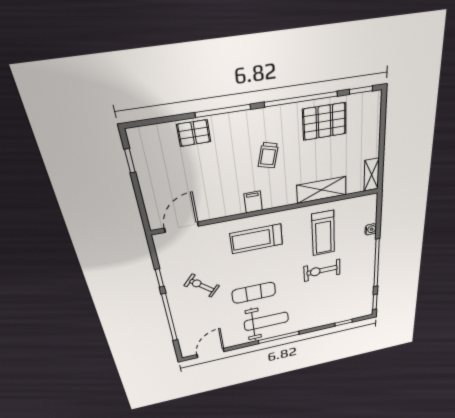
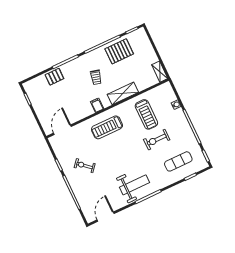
shelving: (322, 190) -> (123, 93), moved
exercise mat: (254, 293) -> (178, 161), moved

